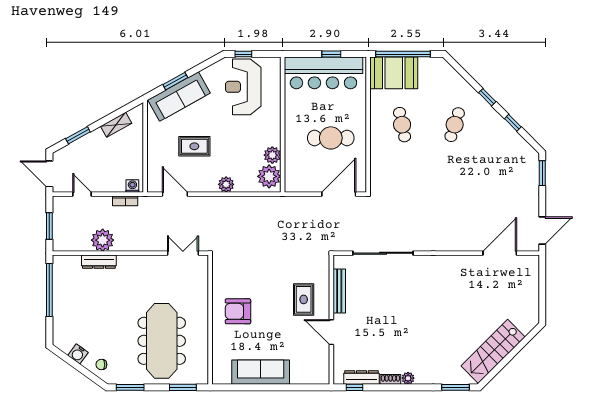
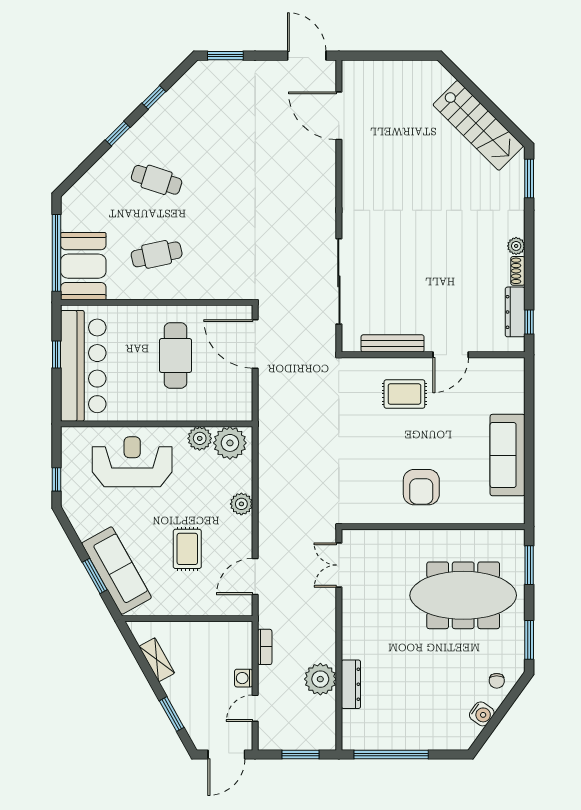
reception desk: (243, 87) -> (132, 462), moved, turned 180
washing machine: (132, 186) -> (244, 678), moved

